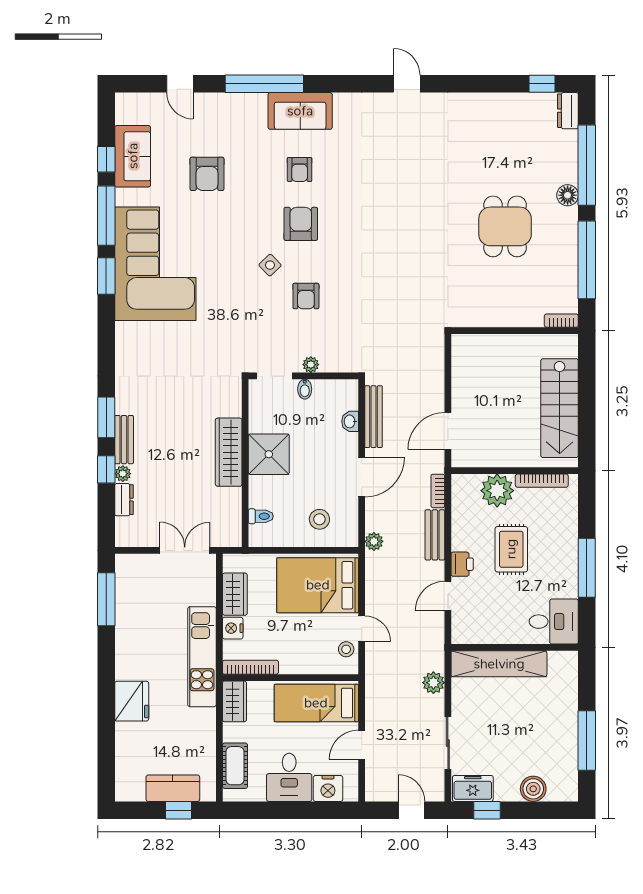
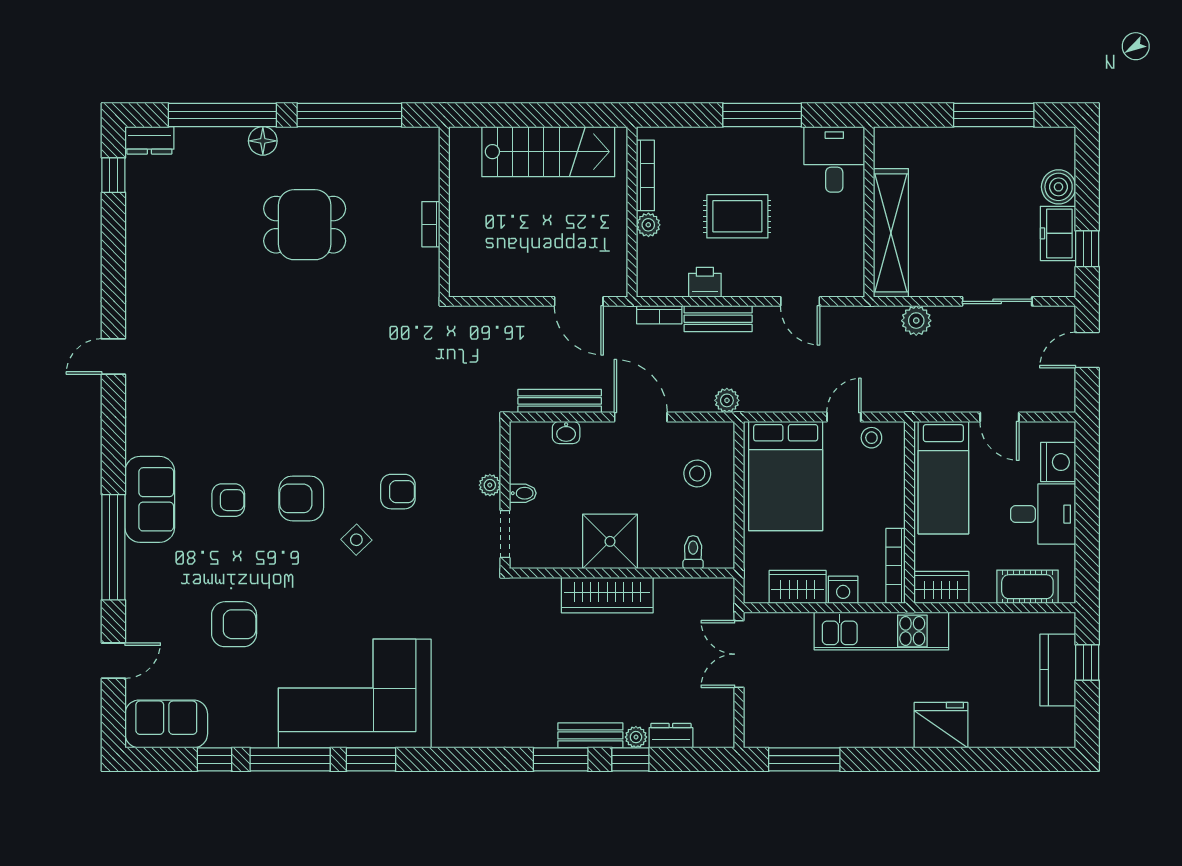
sofa: (133, 156) -> (166, 724), moved
bookcase: (561, 321) -> (431, 224), moved
plant: (497, 491) -> (648, 225), width x0.53, depth x0.53
printer: (462, 564) -> (705, 282), moved
freezer: (473, 788) -> (1058, 233), moved

